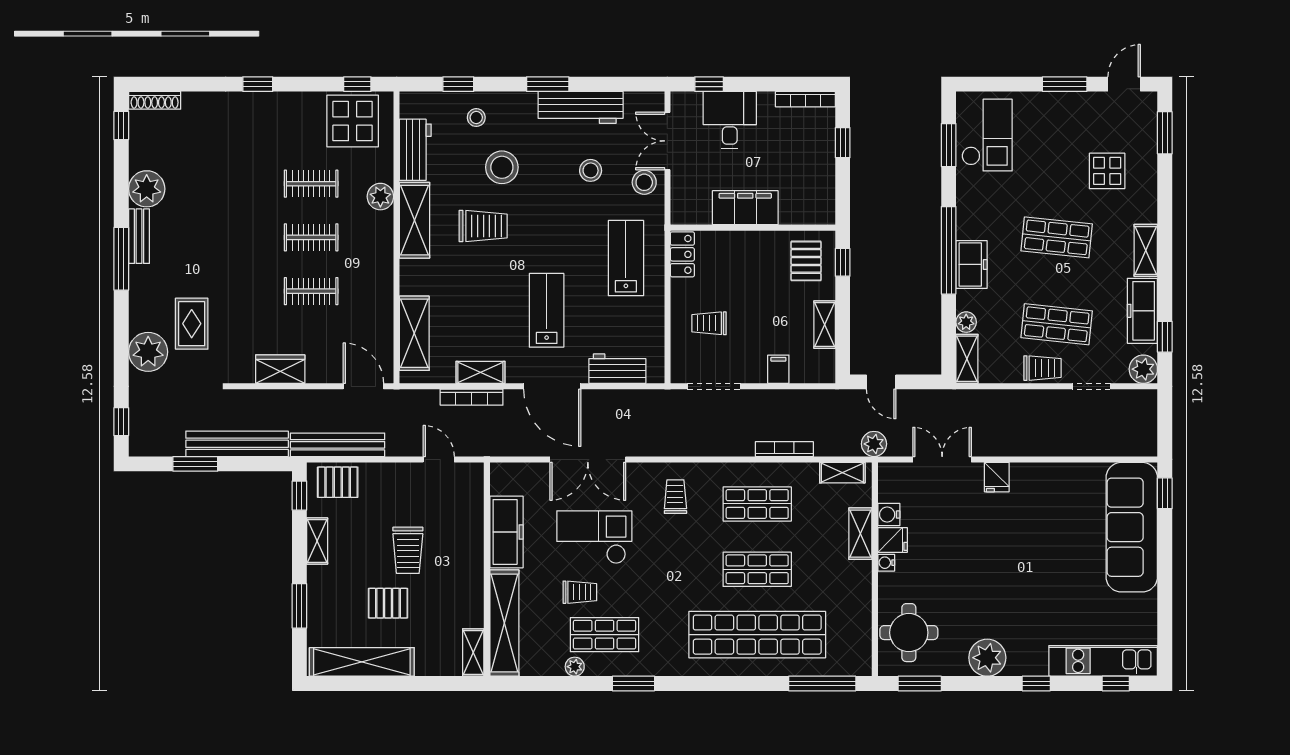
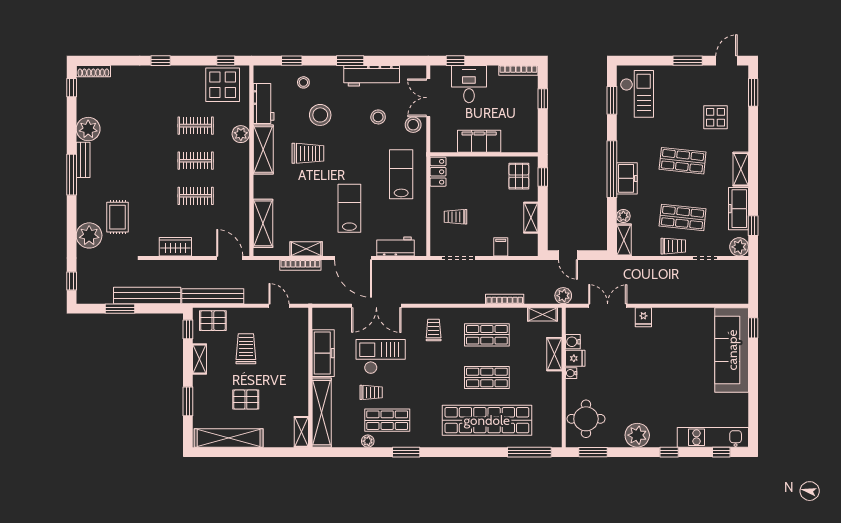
trolley: (408, 550) -> (246, 349), moved, turned 180

